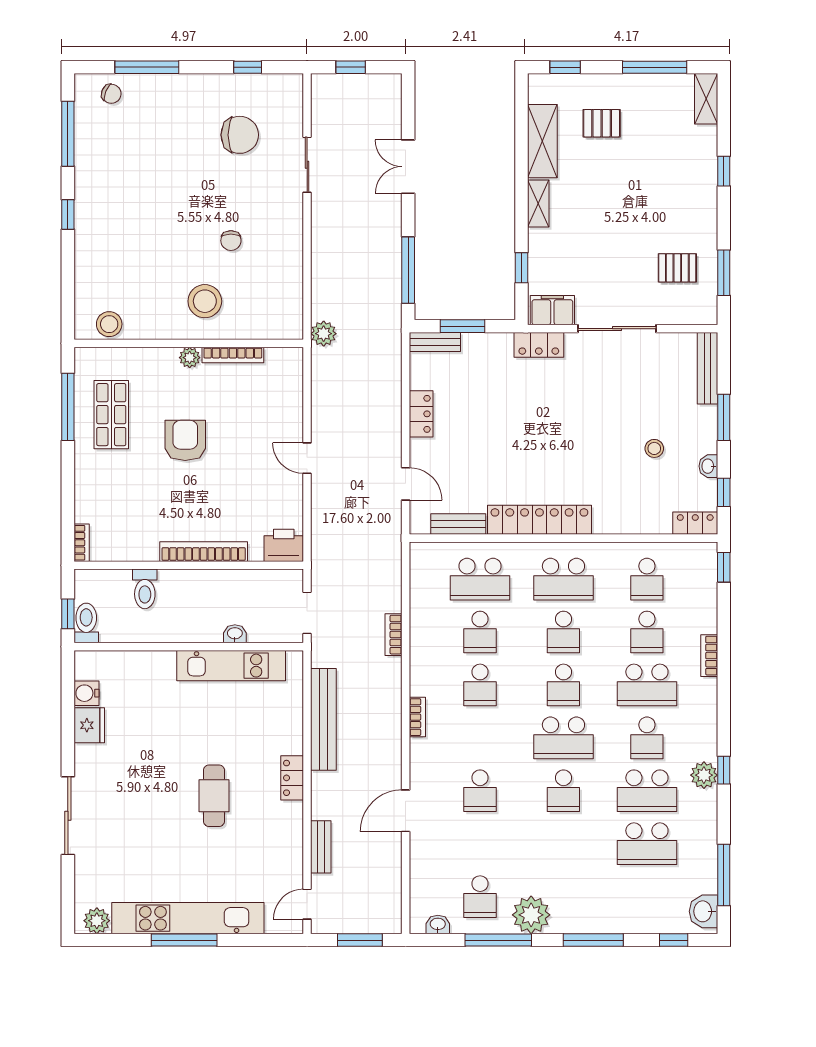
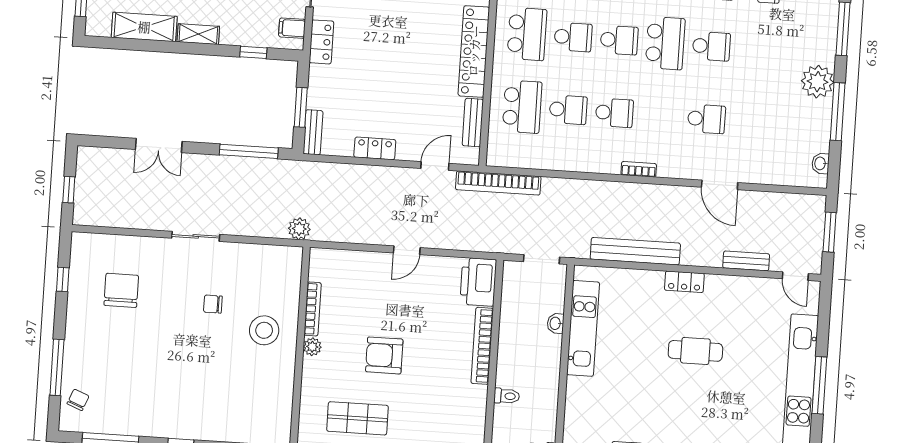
sliding door: (307, 165) -> (196, 236), moved
chair: (231, 241) -> (213, 304), turned 180
filing cabinet: (552, 310) -> (292, 28), width x0.50
stool: (109, 324) -> (279, 415), removed
printer: (284, 545) -> (478, 282), width x1.37, depth x1.19
toilet: (145, 589) -> (507, 396), width x0.73, depth x0.72
bookcase: (394, 635) -> (498, 183), moved, width x2.31, depth x1.31
school desk: (480, 897) -> (799, 125), removed

